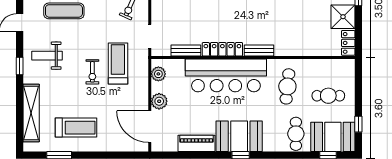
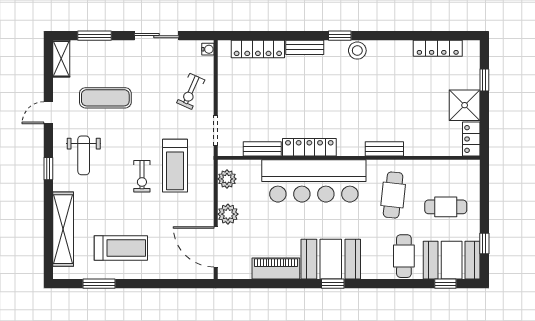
bench: (259, 51) -> (384, 149), moved
weight bench: (47, 56) -> (84, 155), turned -90
treadmill: (118, 64) -> (175, 166), turned 180

